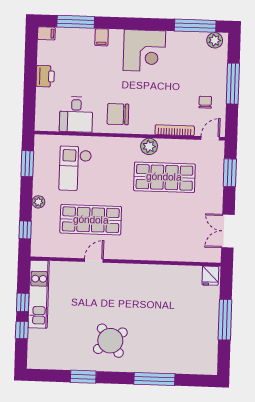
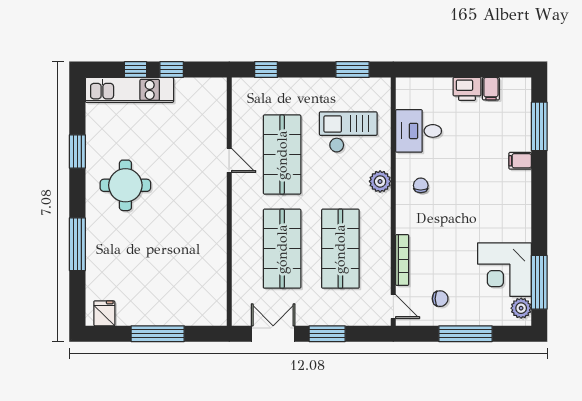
filing cabinet: (46, 33) -> (491, 89), moved
corner desk: (144, 51) -> (504, 270), moved
chair: (118, 114) -> (421, 185), width x0.54, depth x0.54
plant: (149, 146) -> (380, 181), moved
window: (230, 173) -> (327, 334), moved
plant: (38, 202) -> (303, 86), removed
shop shelf: (163, 222) -> (282, 249), added
fridge: (210, 276) -> (104, 313), moved, turned 90
kitchen unit: (39, 294) -> (129, 90), moved
round table: (110, 341) -> (125, 185), turned 36

